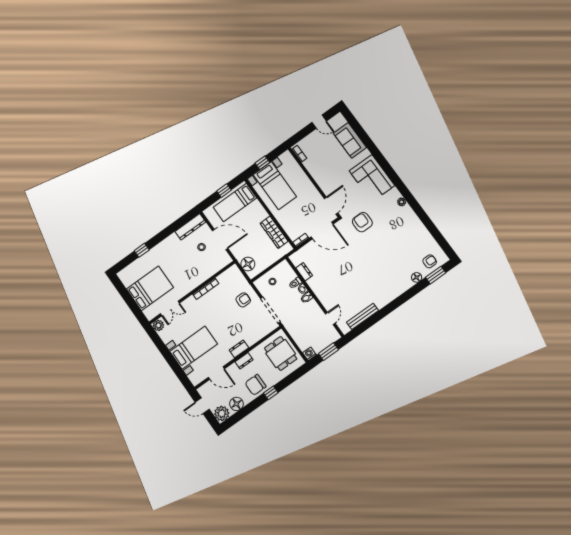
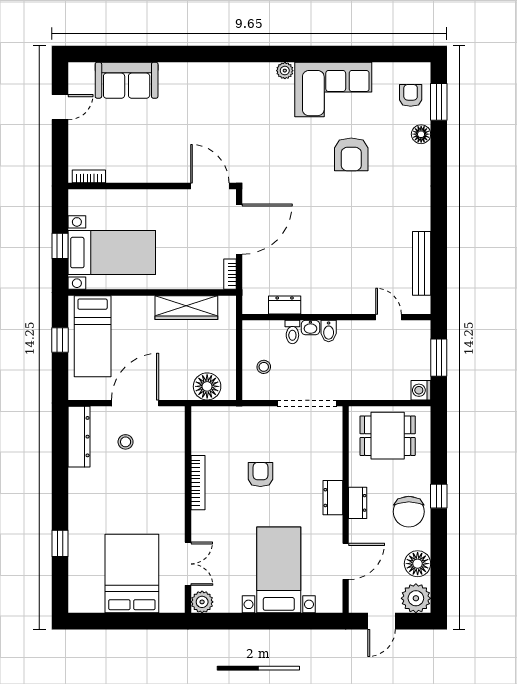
corner sofa: (372, 178) -> (333, 90), moved
armchair: (362, 222) -> (351, 154), moved, turned -90
armchair: (243, 300) -> (260, 475), moved

